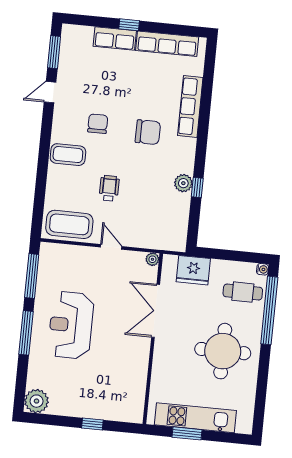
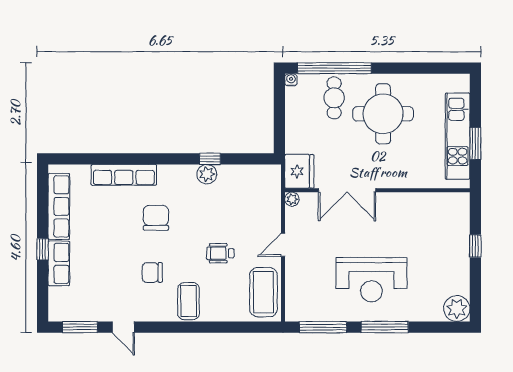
fridge: (193, 270) -> (299, 171), moved
cafe table: (243, 292) -> (334, 98), moved

